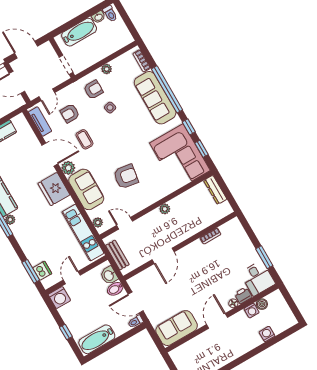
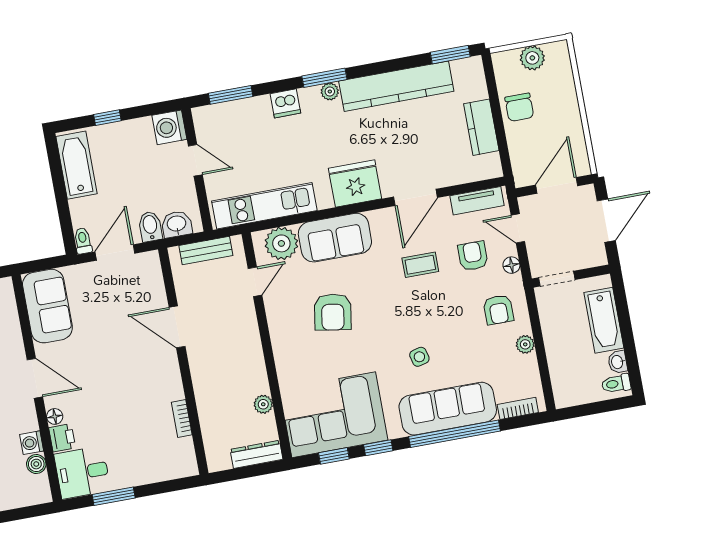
floor lamp: (67, 91) -> (511, 265), added
side table: (110, 108) -> (419, 357), moved
plant: (68, 168) -> (382, 221), removed
plant: (165, 209) -> (263, 404), moved
plant: (98, 222) -> (281, 243), width x1.87, depth x1.87
dishwasher: (42, 271) -> (285, 103), moved

